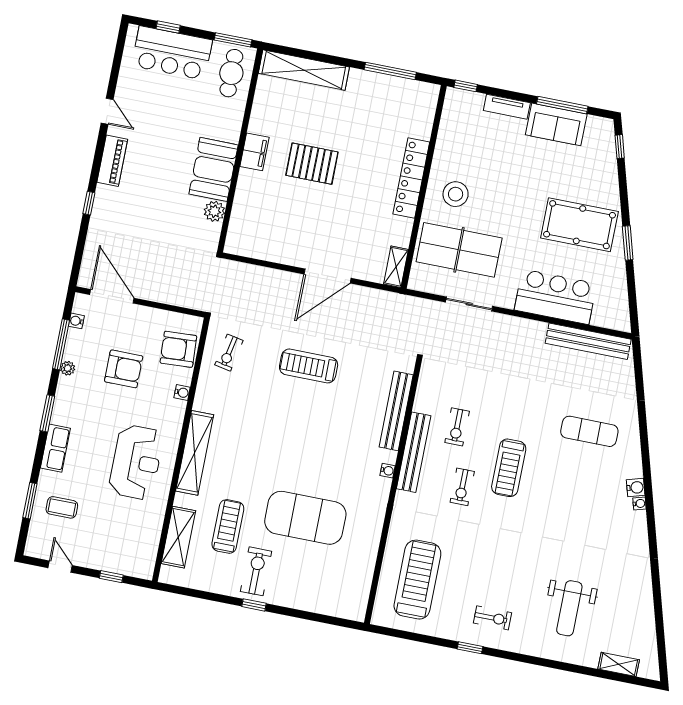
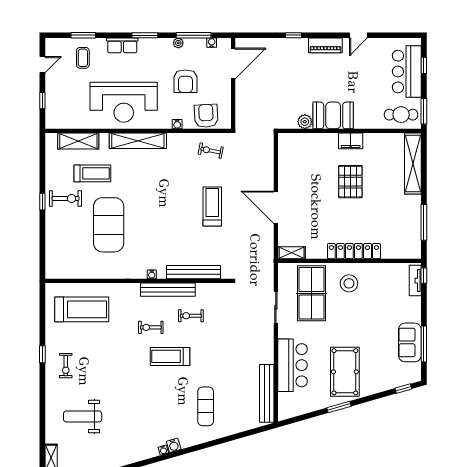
tv unit: (507, 107) -> (415, 281), moved
reception desk: (136, 462) -> (124, 102), width x1.36, depth x1.30

